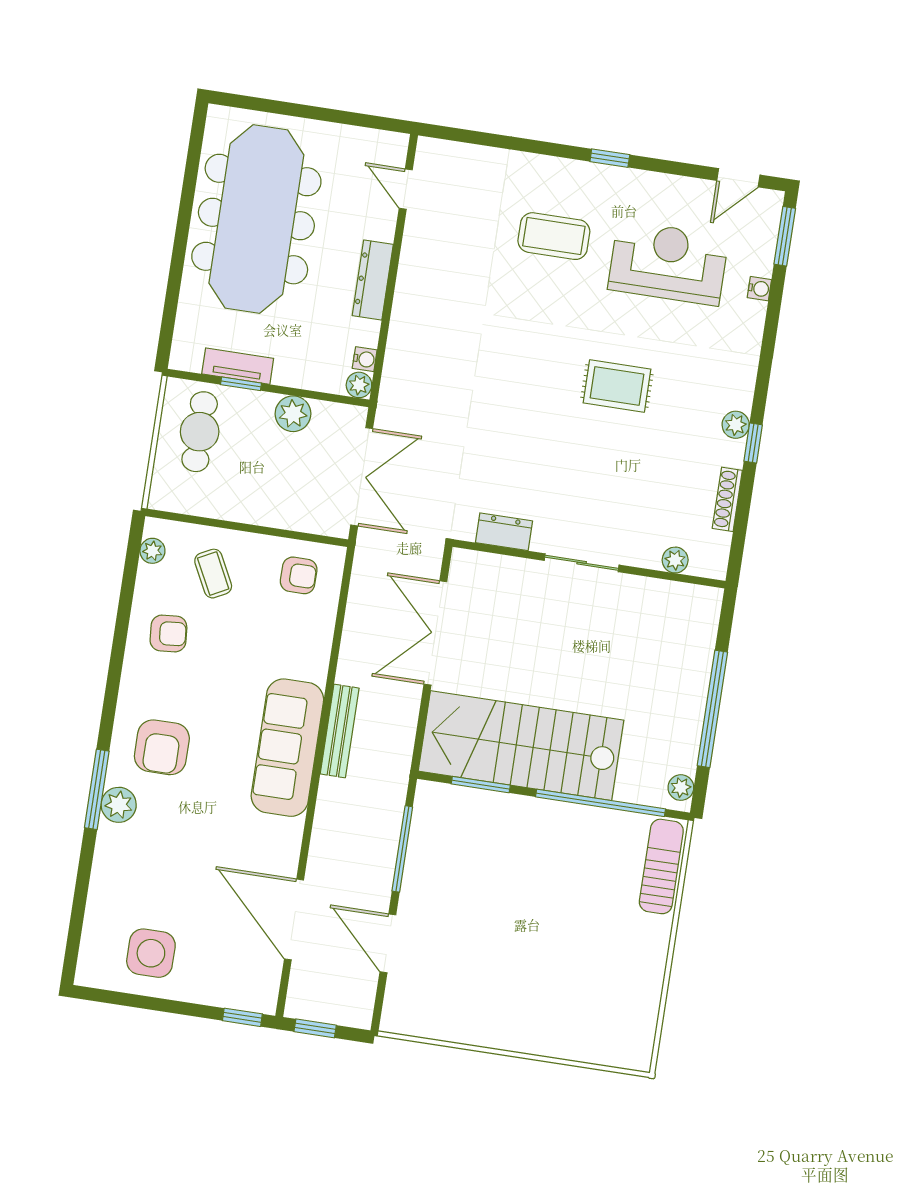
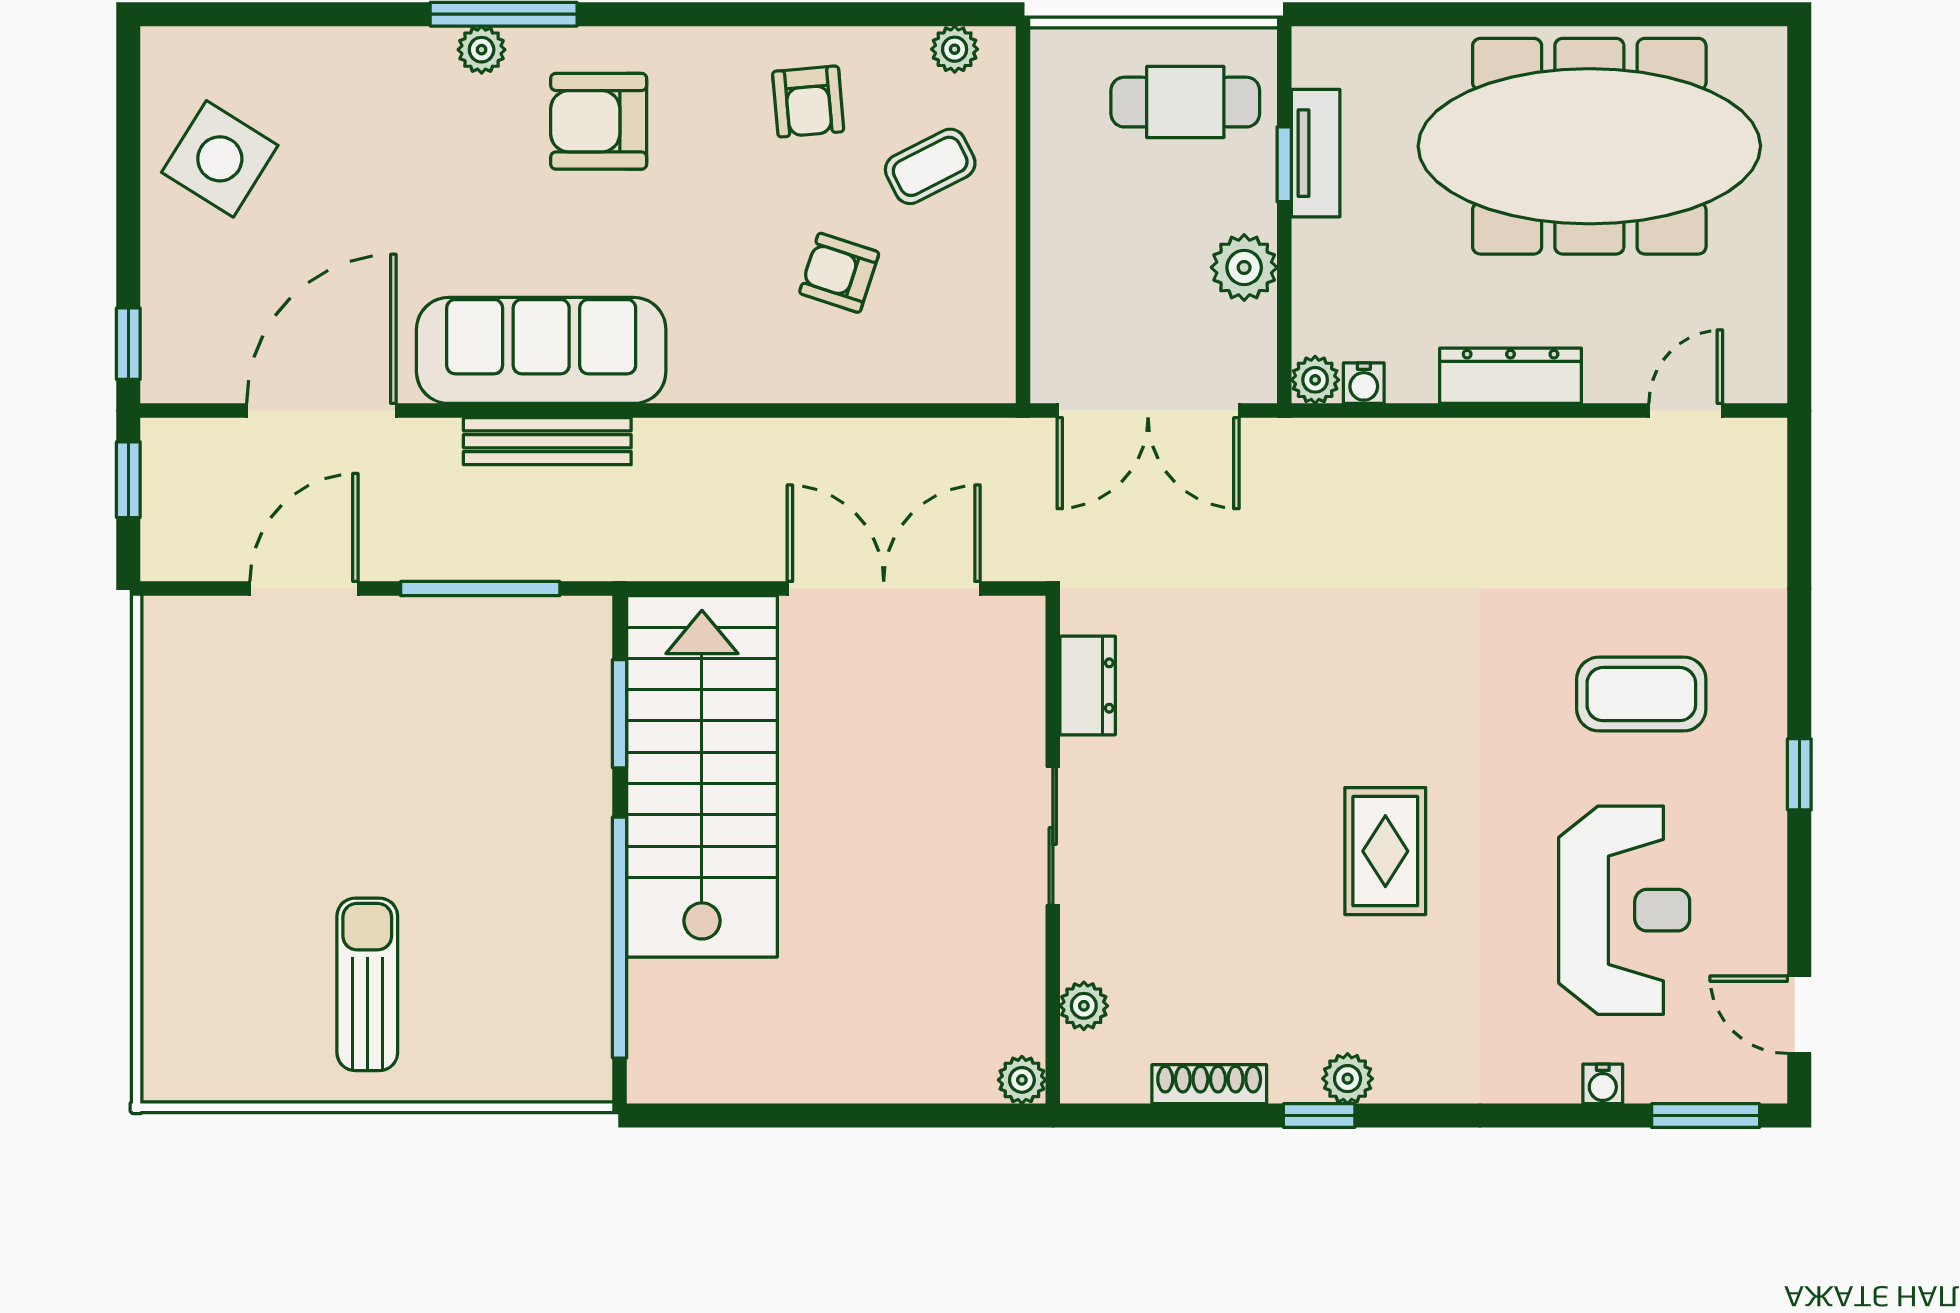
coffee table: (554, 236) -> (1641, 694), turned 90
armchair: (299, 575) -> (839, 273), moved, turned 108
window: (712, 709) -> (822, 1116), removed
bench: (340, 731) -> (547, 441), moved
sofa: (287, 748) -> (541, 350), moved
plant: (681, 788) -> (1022, 1080), moved
plant: (119, 805) -> (482, 50), width x0.73, depth x0.73
sun lounger: (661, 866) -> (367, 984), moved, turned -90
side table: (151, 953) -> (220, 159), turned 32

